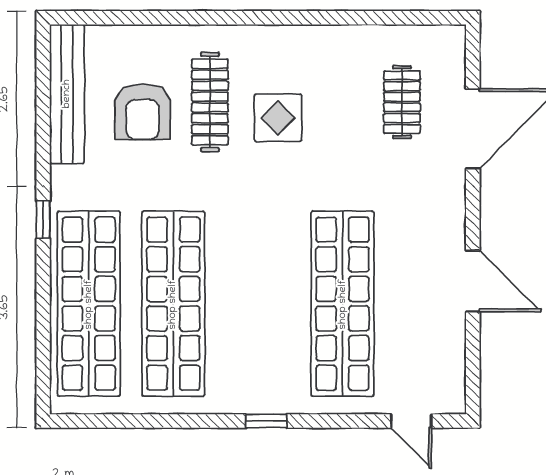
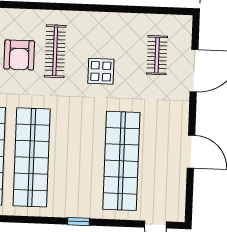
display table: (278, 118) -> (101, 71), moved

